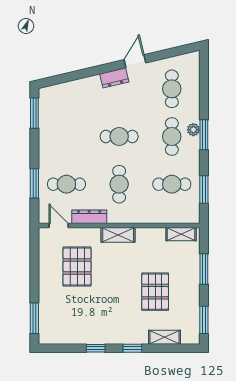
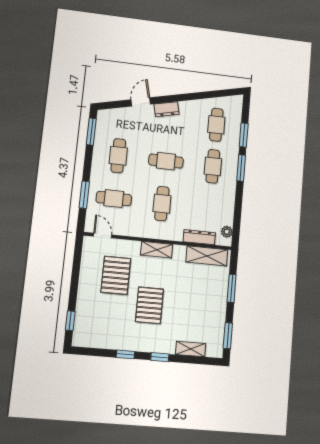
door: (135, 61) -> (141, 102), moved
plant: (193, 130) -> (227, 232), moved
cafe table: (172, 184) -> (118, 156), moved, turned 90
window: (204, 189) -> (244, 135), moved
dresser: (89, 217) -> (199, 237), moved
shelving: (181, 234) -> (207, 256), width x1.50, depth x1.33
pallet: (155, 292) -> (149, 305), moved
window: (34, 318) -> (70, 321), width x0.67

